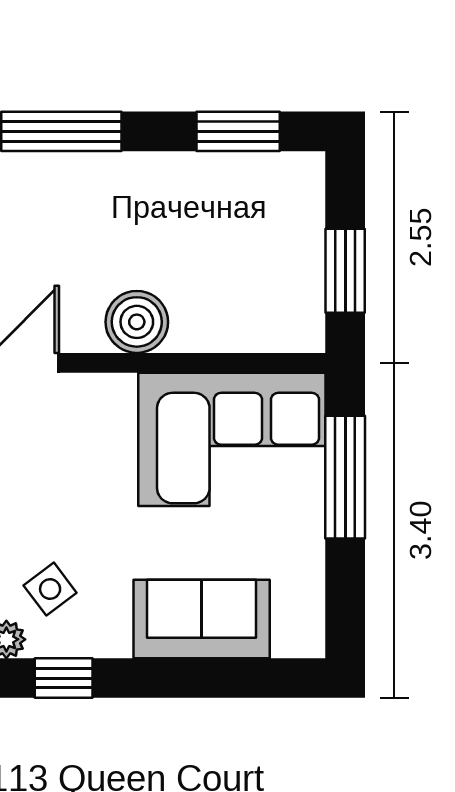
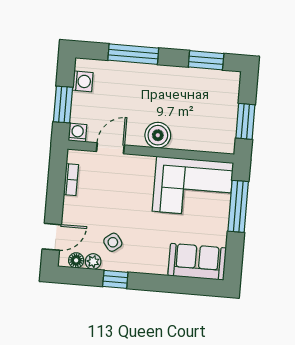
sofa: (202, 619) -> (197, 262), moved

